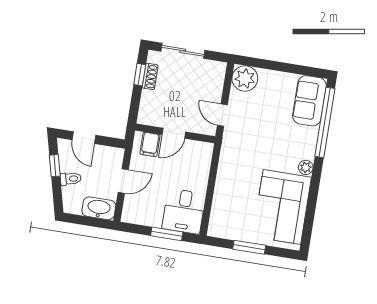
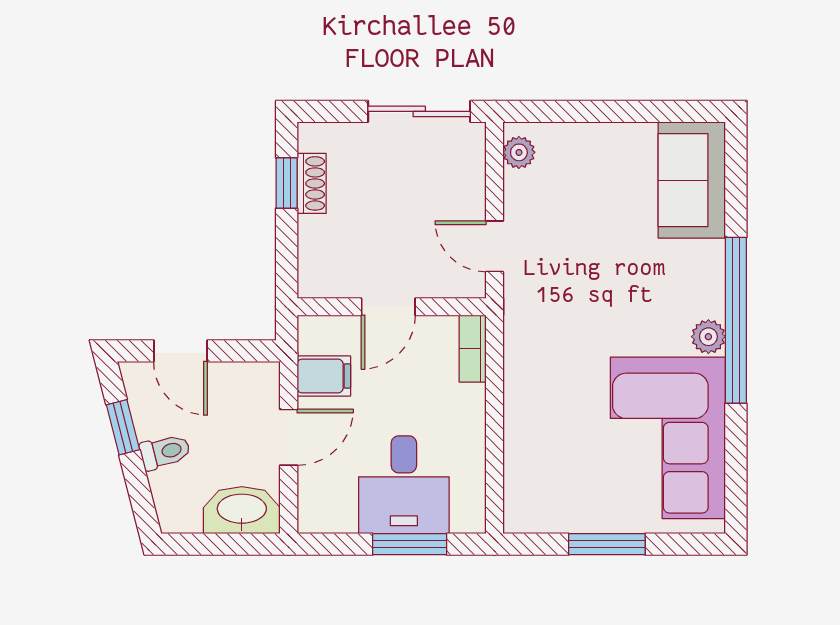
sliding door: (183, 51) -> (419, 111), moved
plant: (245, 78) -> (519, 152), width x0.53, depth x0.53
window: (325, 122) -> (736, 320), moved
filing cabinet: (150, 144) -> (324, 376), moved, turned -90
bookcase: (206, 156) -> (473, 349), added
desk: (184, 211) -> (404, 485), moved

